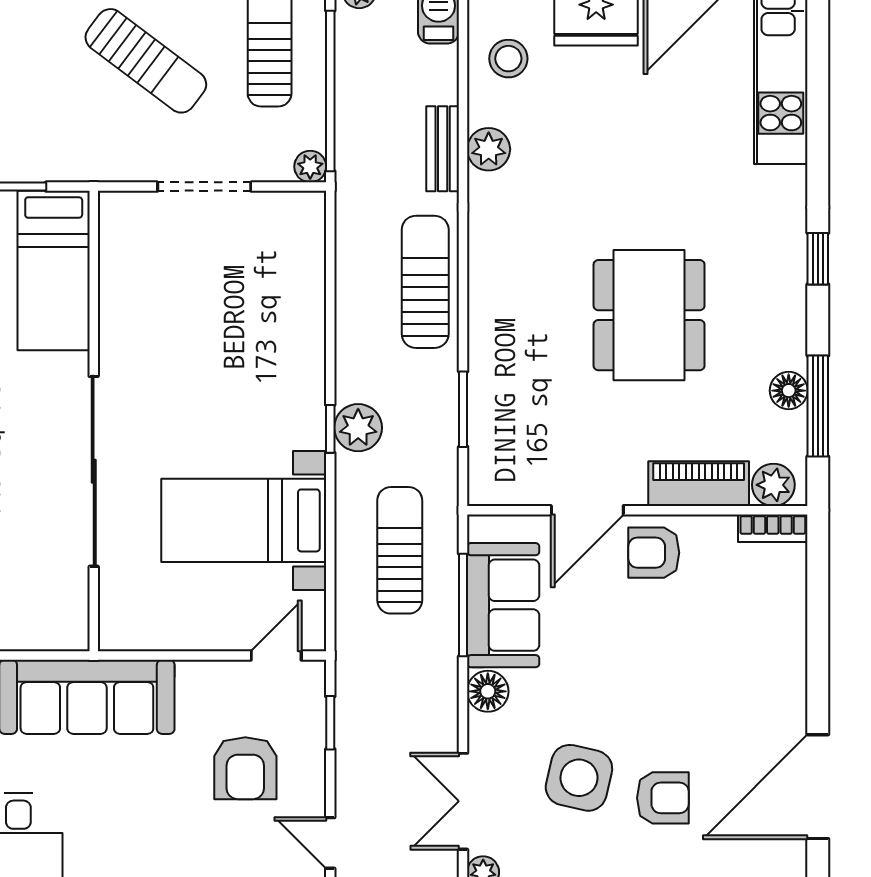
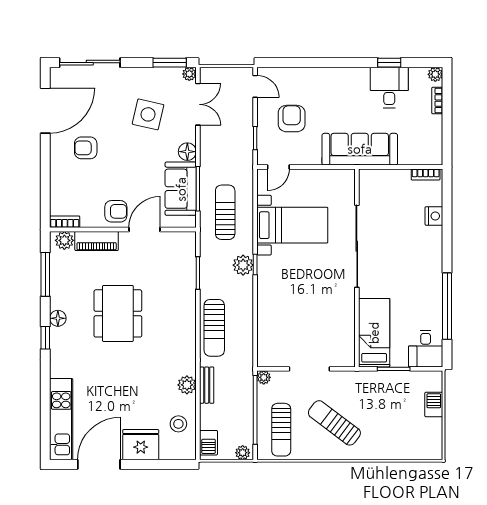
floor lamp: (789, 391) -> (58, 318), moved
sun lounger: (400, 550) -> (225, 212), turned 180
armchair: (663, 798) -> (86, 148), moved

